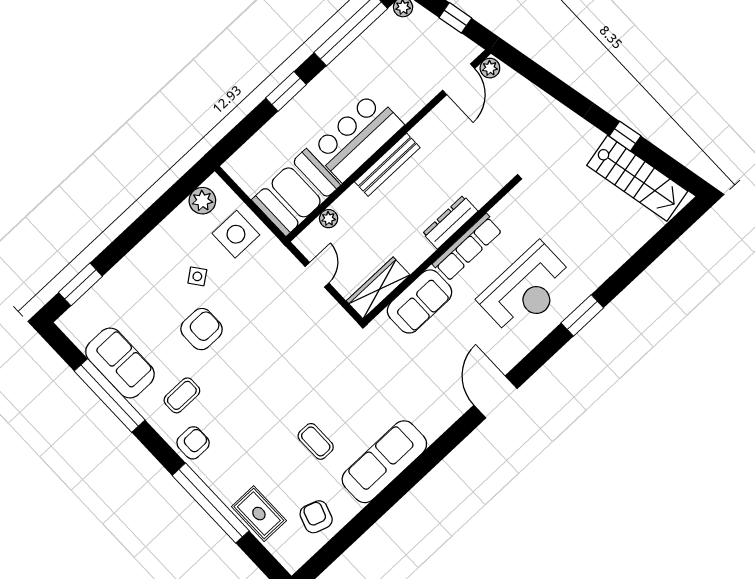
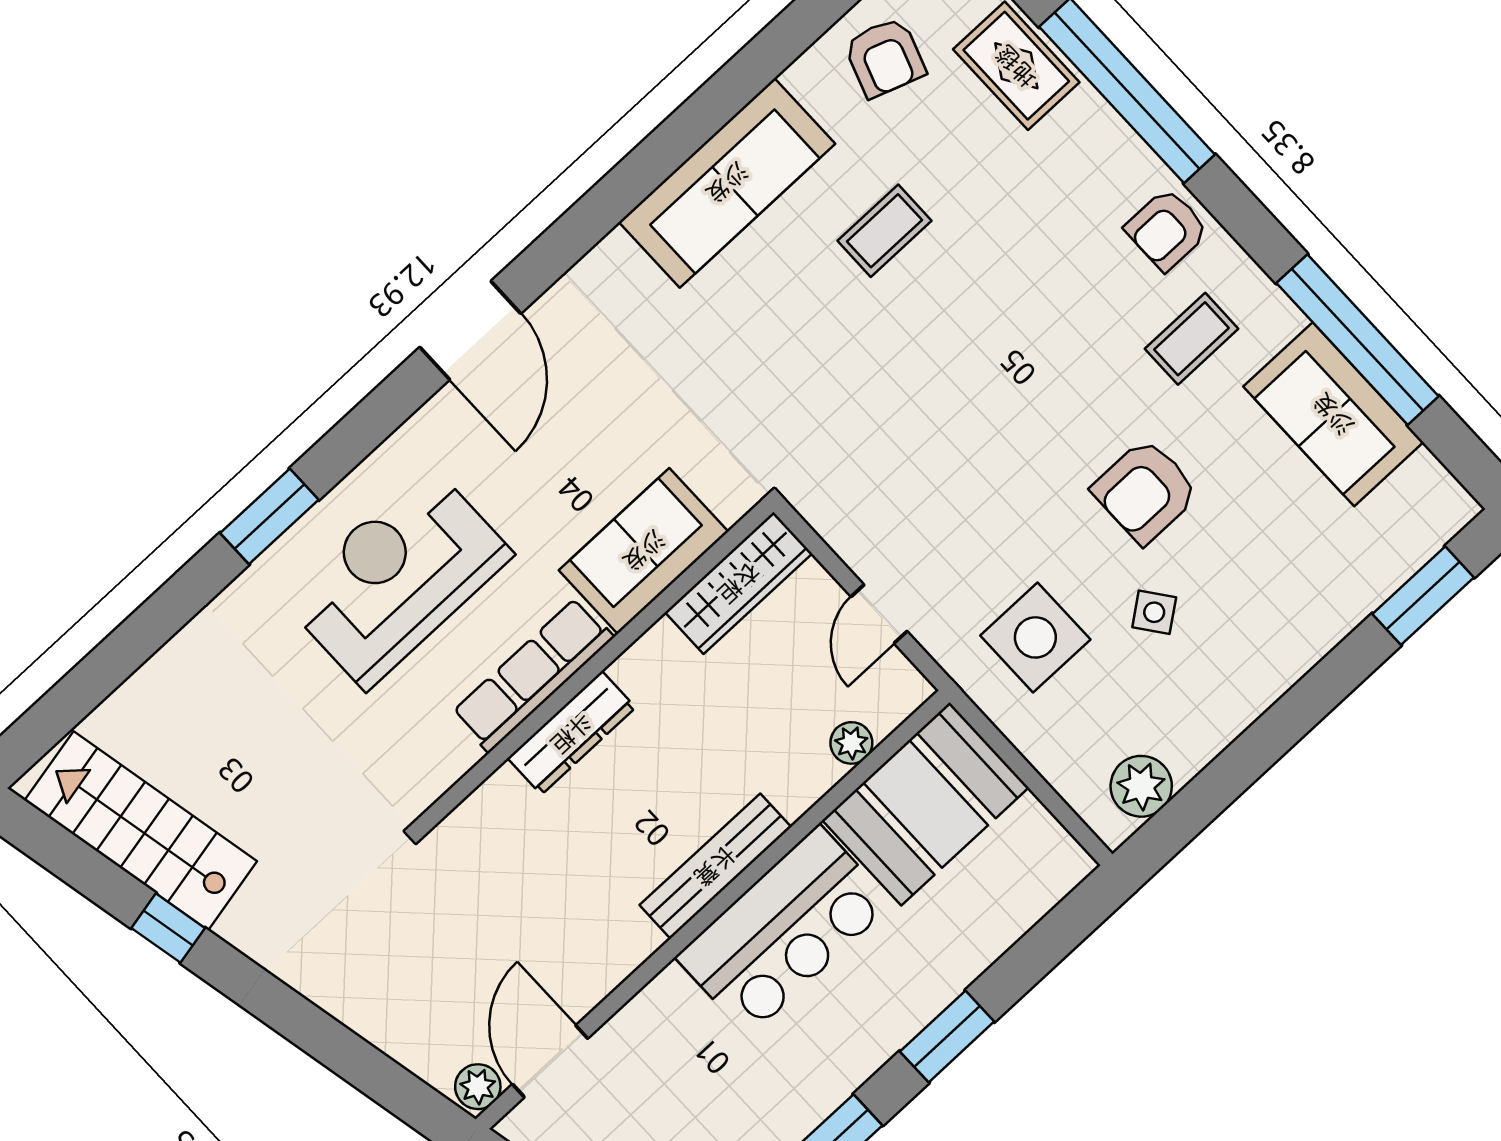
side table: (236, 234) -> (1035, 637), moved
coffee table: (316, 441) -> (885, 231), turned 90

